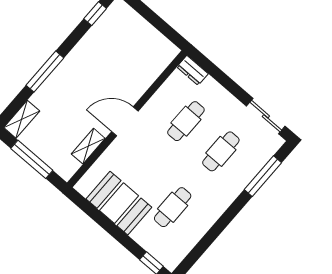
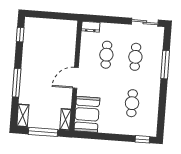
shelving: (88, 146) -> (65, 119), moved
window: (263, 176) -> (165, 65), moved
booth: (119, 203) -> (87, 114), moved, turned 90

